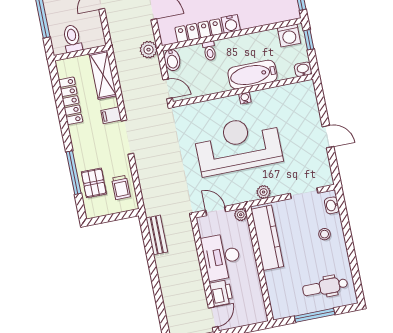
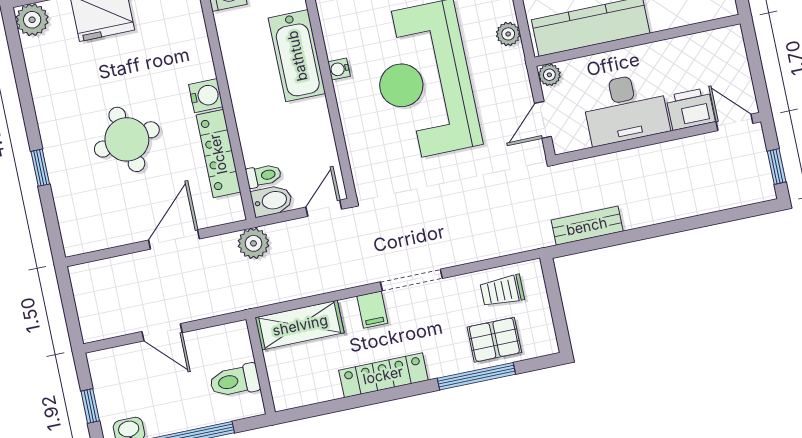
toilet: (210, 51) -> (264, 176), moved
locker: (71, 101) -> (383, 375), moved
trolley: (121, 187) -> (502, 291), turned 180

